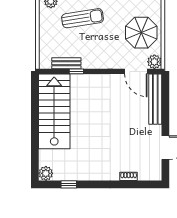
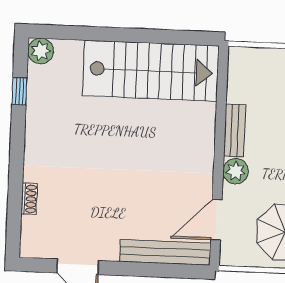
plant: (154, 62) -> (236, 171), moved
bench: (66, 63) -> (235, 130), moved
window: (76, 71) -> (221, 113), removed

